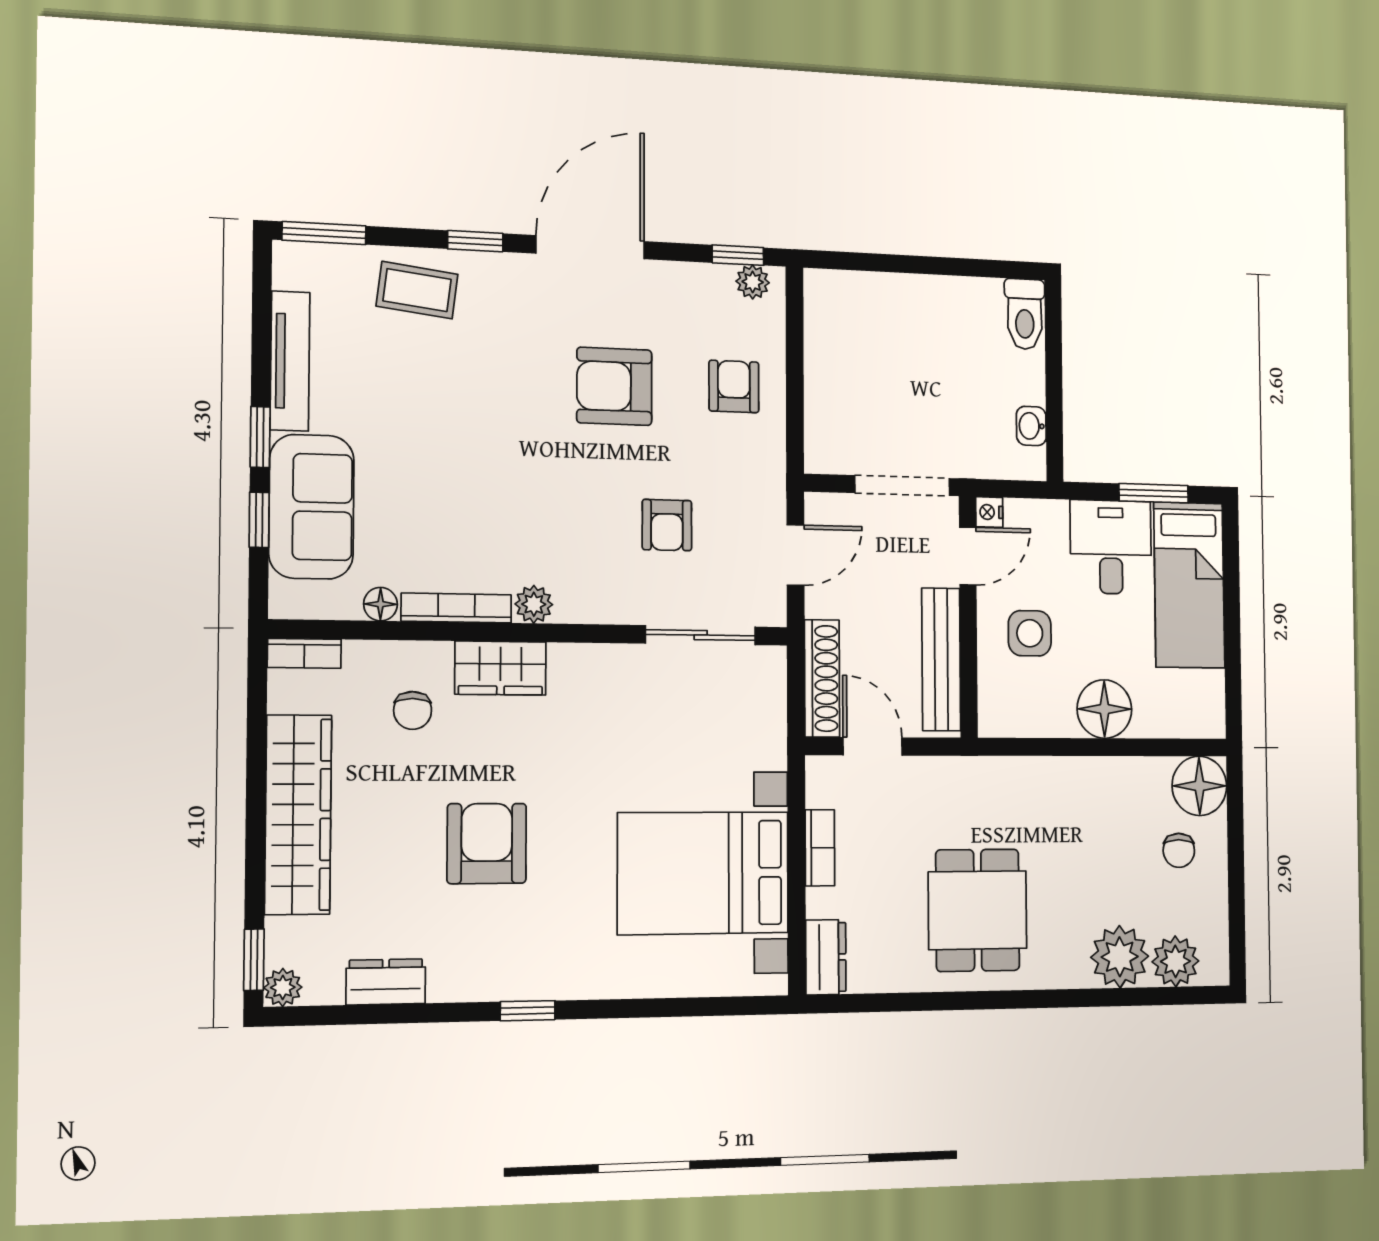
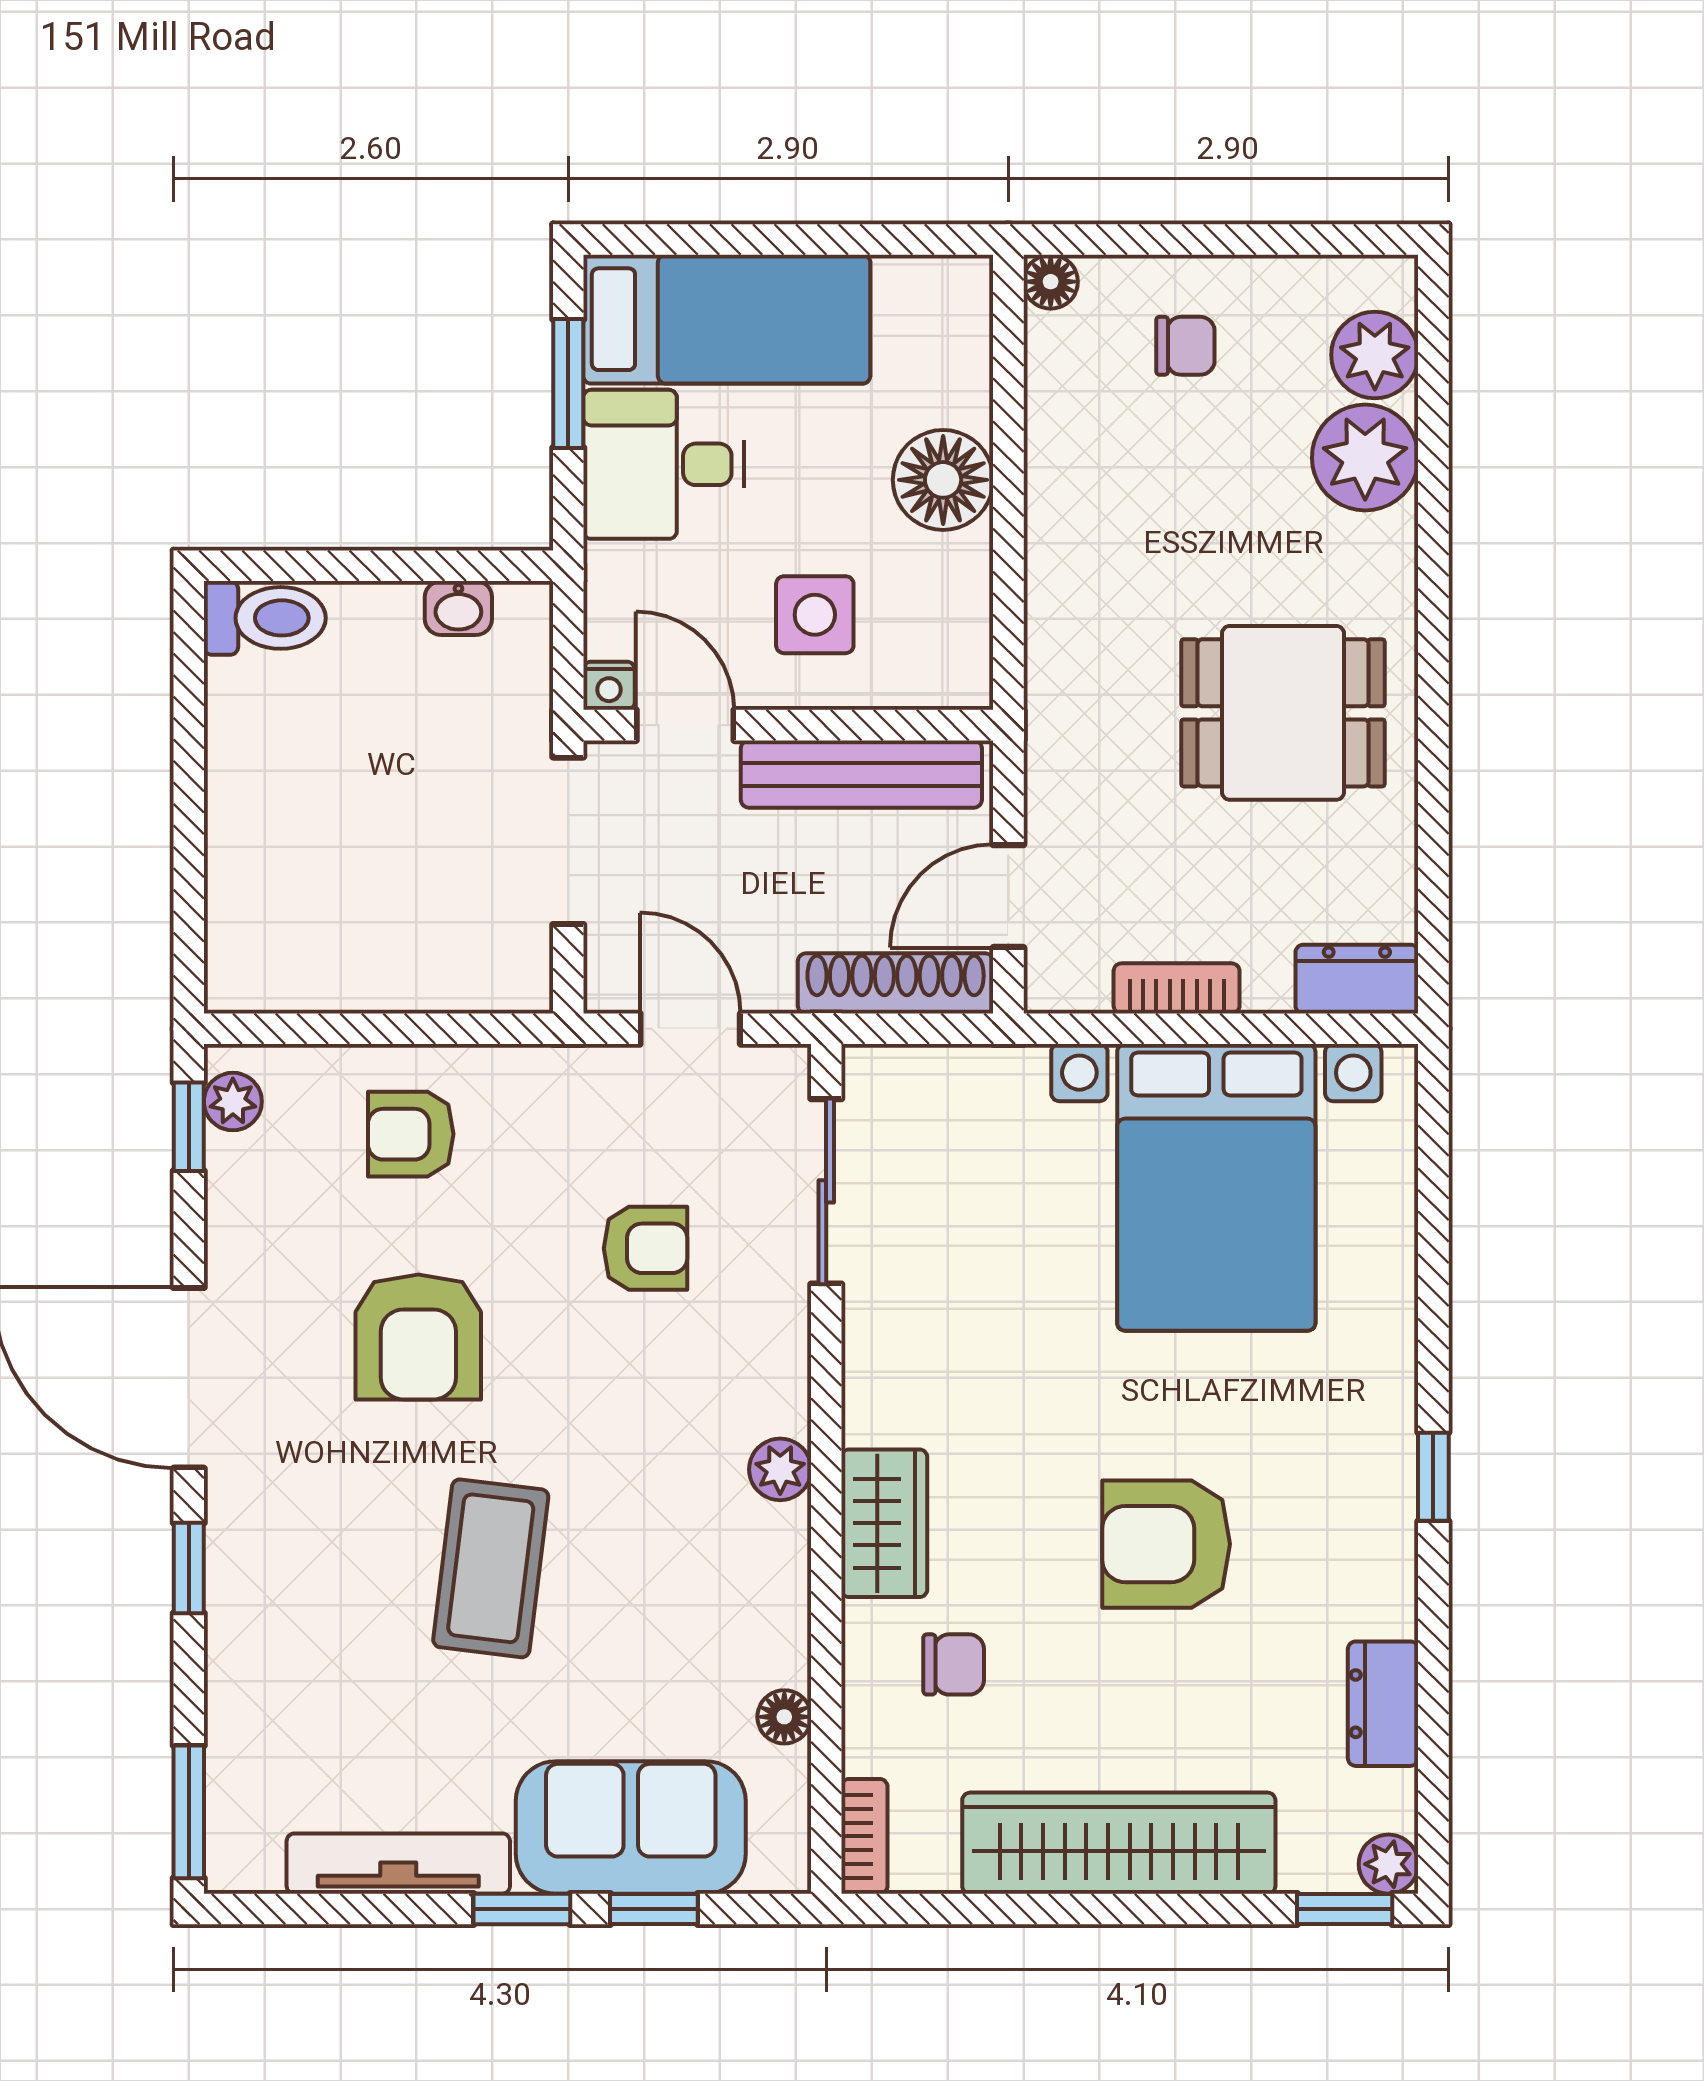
coffee table: (417, 290) -> (491, 1568), moved, width x1.36, depth x1.30
bookcase: (456, 608) -> (788, 1595), removed
floor lamp: (1199, 786) -> (1051, 282), width x0.53, depth x0.53

